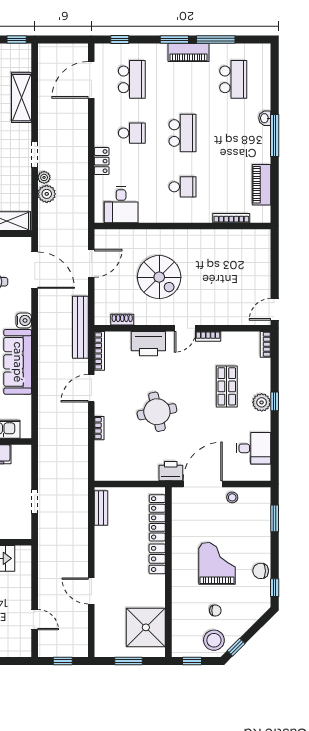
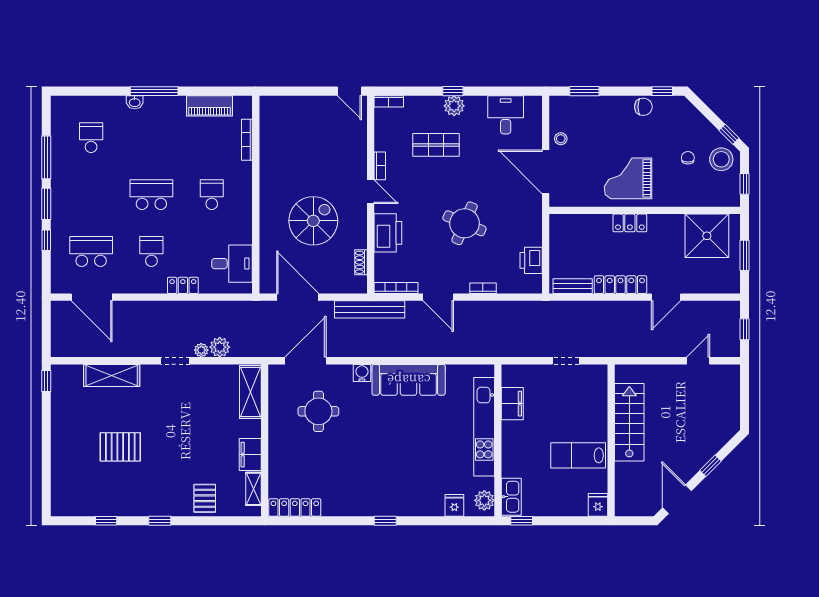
window: (120, 39) -> (46, 240), moved
piano: (188, 52) -> (61, 188), removed
school desk: (233, 79) -> (91, 138), width x0.54
door: (91, 263) -> (298, 297), width x1.36
round table: (157, 412) -> (465, 223), turned 35
printer: (171, 471) -> (531, 260), moved
locker: (157, 518) -> (621, 285), moved, turned 180
grand piano: (217, 563) -> (628, 178), moved
chair: (261, 571) -> (643, 107), turned -90

